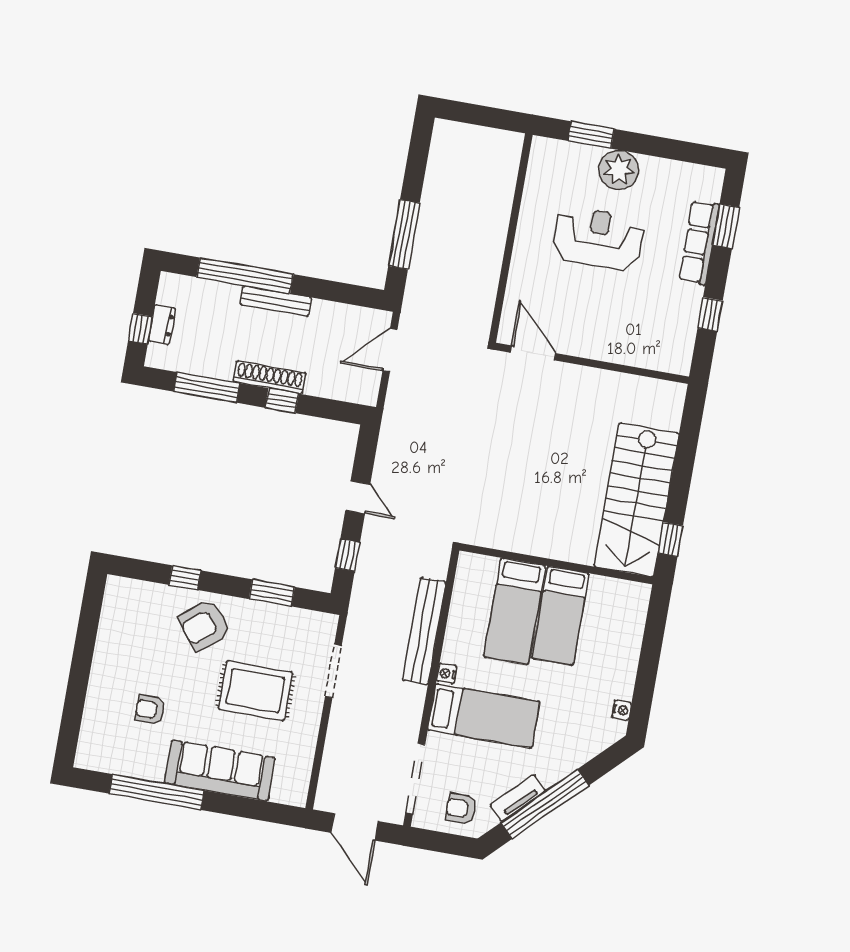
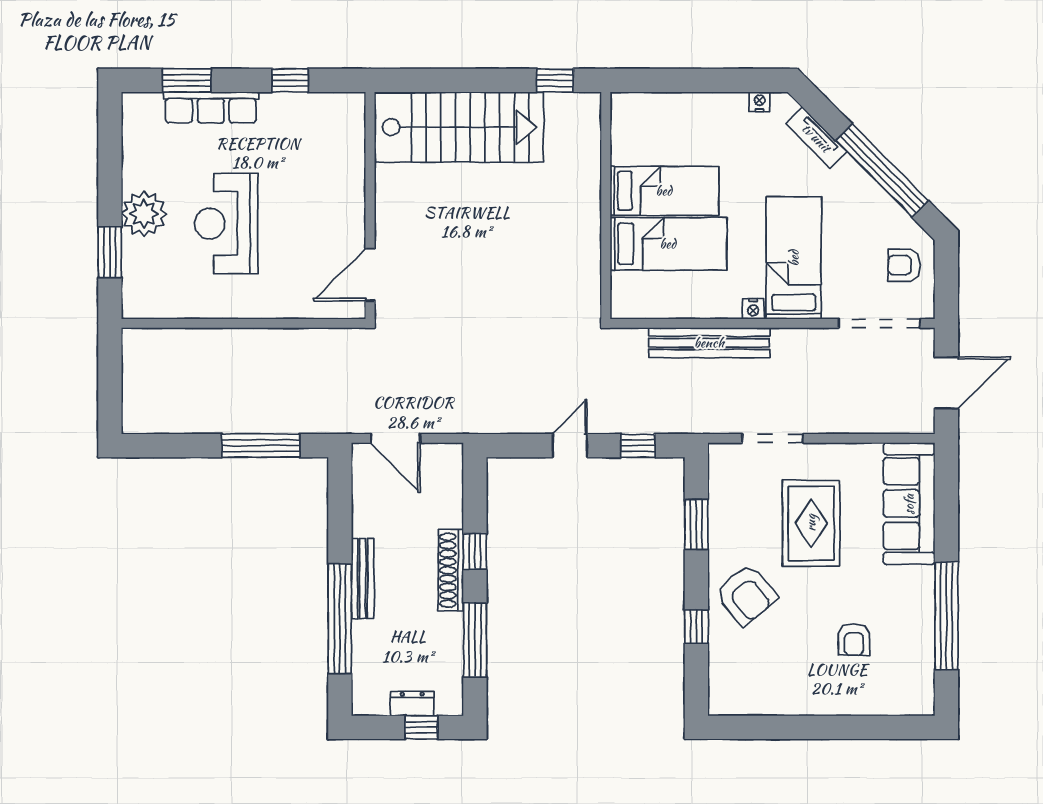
stairs: (636, 500) -> (459, 127), moved
sofa: (220, 770) -> (909, 504), moved
tv unit: (518, 798) -> (816, 138), moved
armchair: (461, 809) -> (904, 265), turned 90

